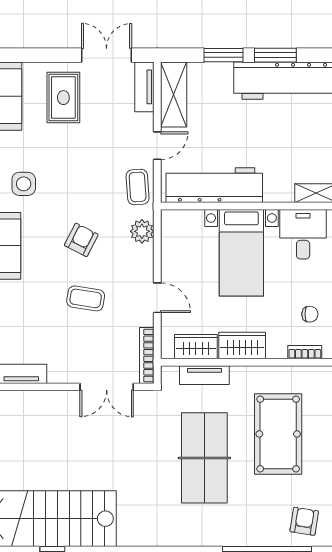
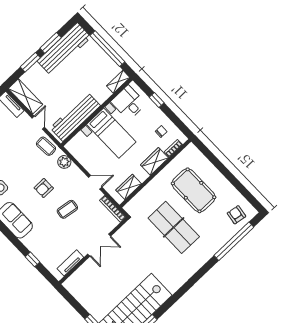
armchair: (81, 240) -> (44, 188), turned -117
wardrobe: (242, 345) -> (154, 161), moved
tv unit: (204, 375) -> (143, 195), removed
double door: (107, 387) -> (99, 245), moved

